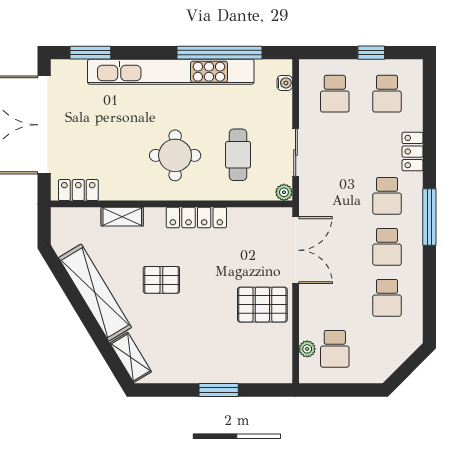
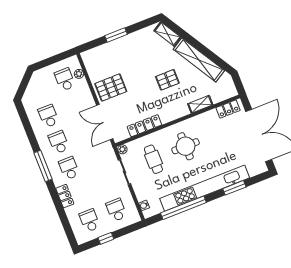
window: (90, 53) -> (234, 188), moved
locker: (196, 217) -> (144, 126), moved

